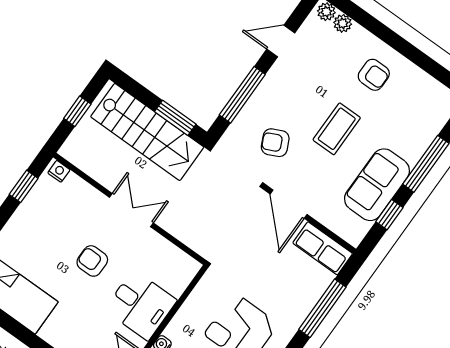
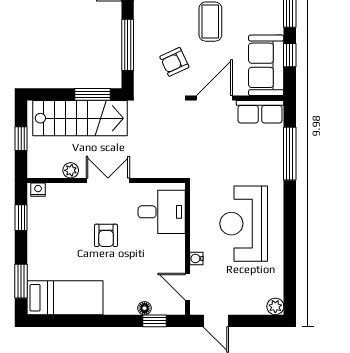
plant: (103, 175) -> (71, 170), added
sofa: (377, 185) -> (266, 65), moved
door: (289, 204) -> (214, 98), swing flipped
armchair: (92, 261) -> (106, 235), turned -90
desk: (141, 305) -> (162, 212), moved

